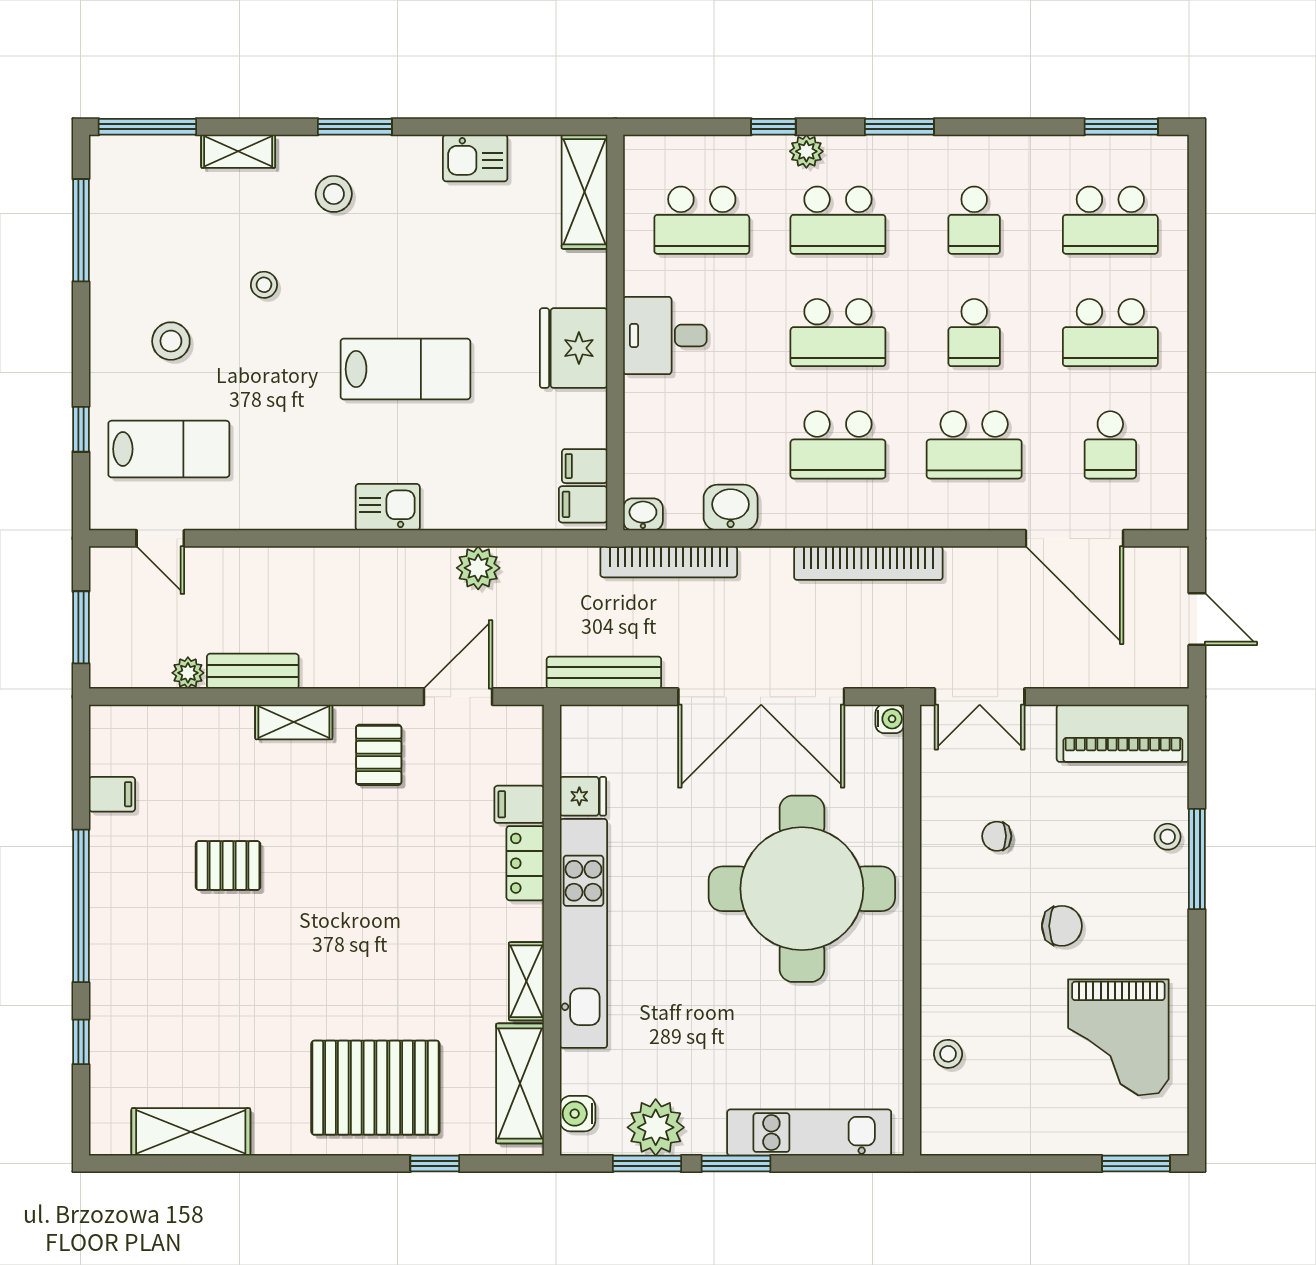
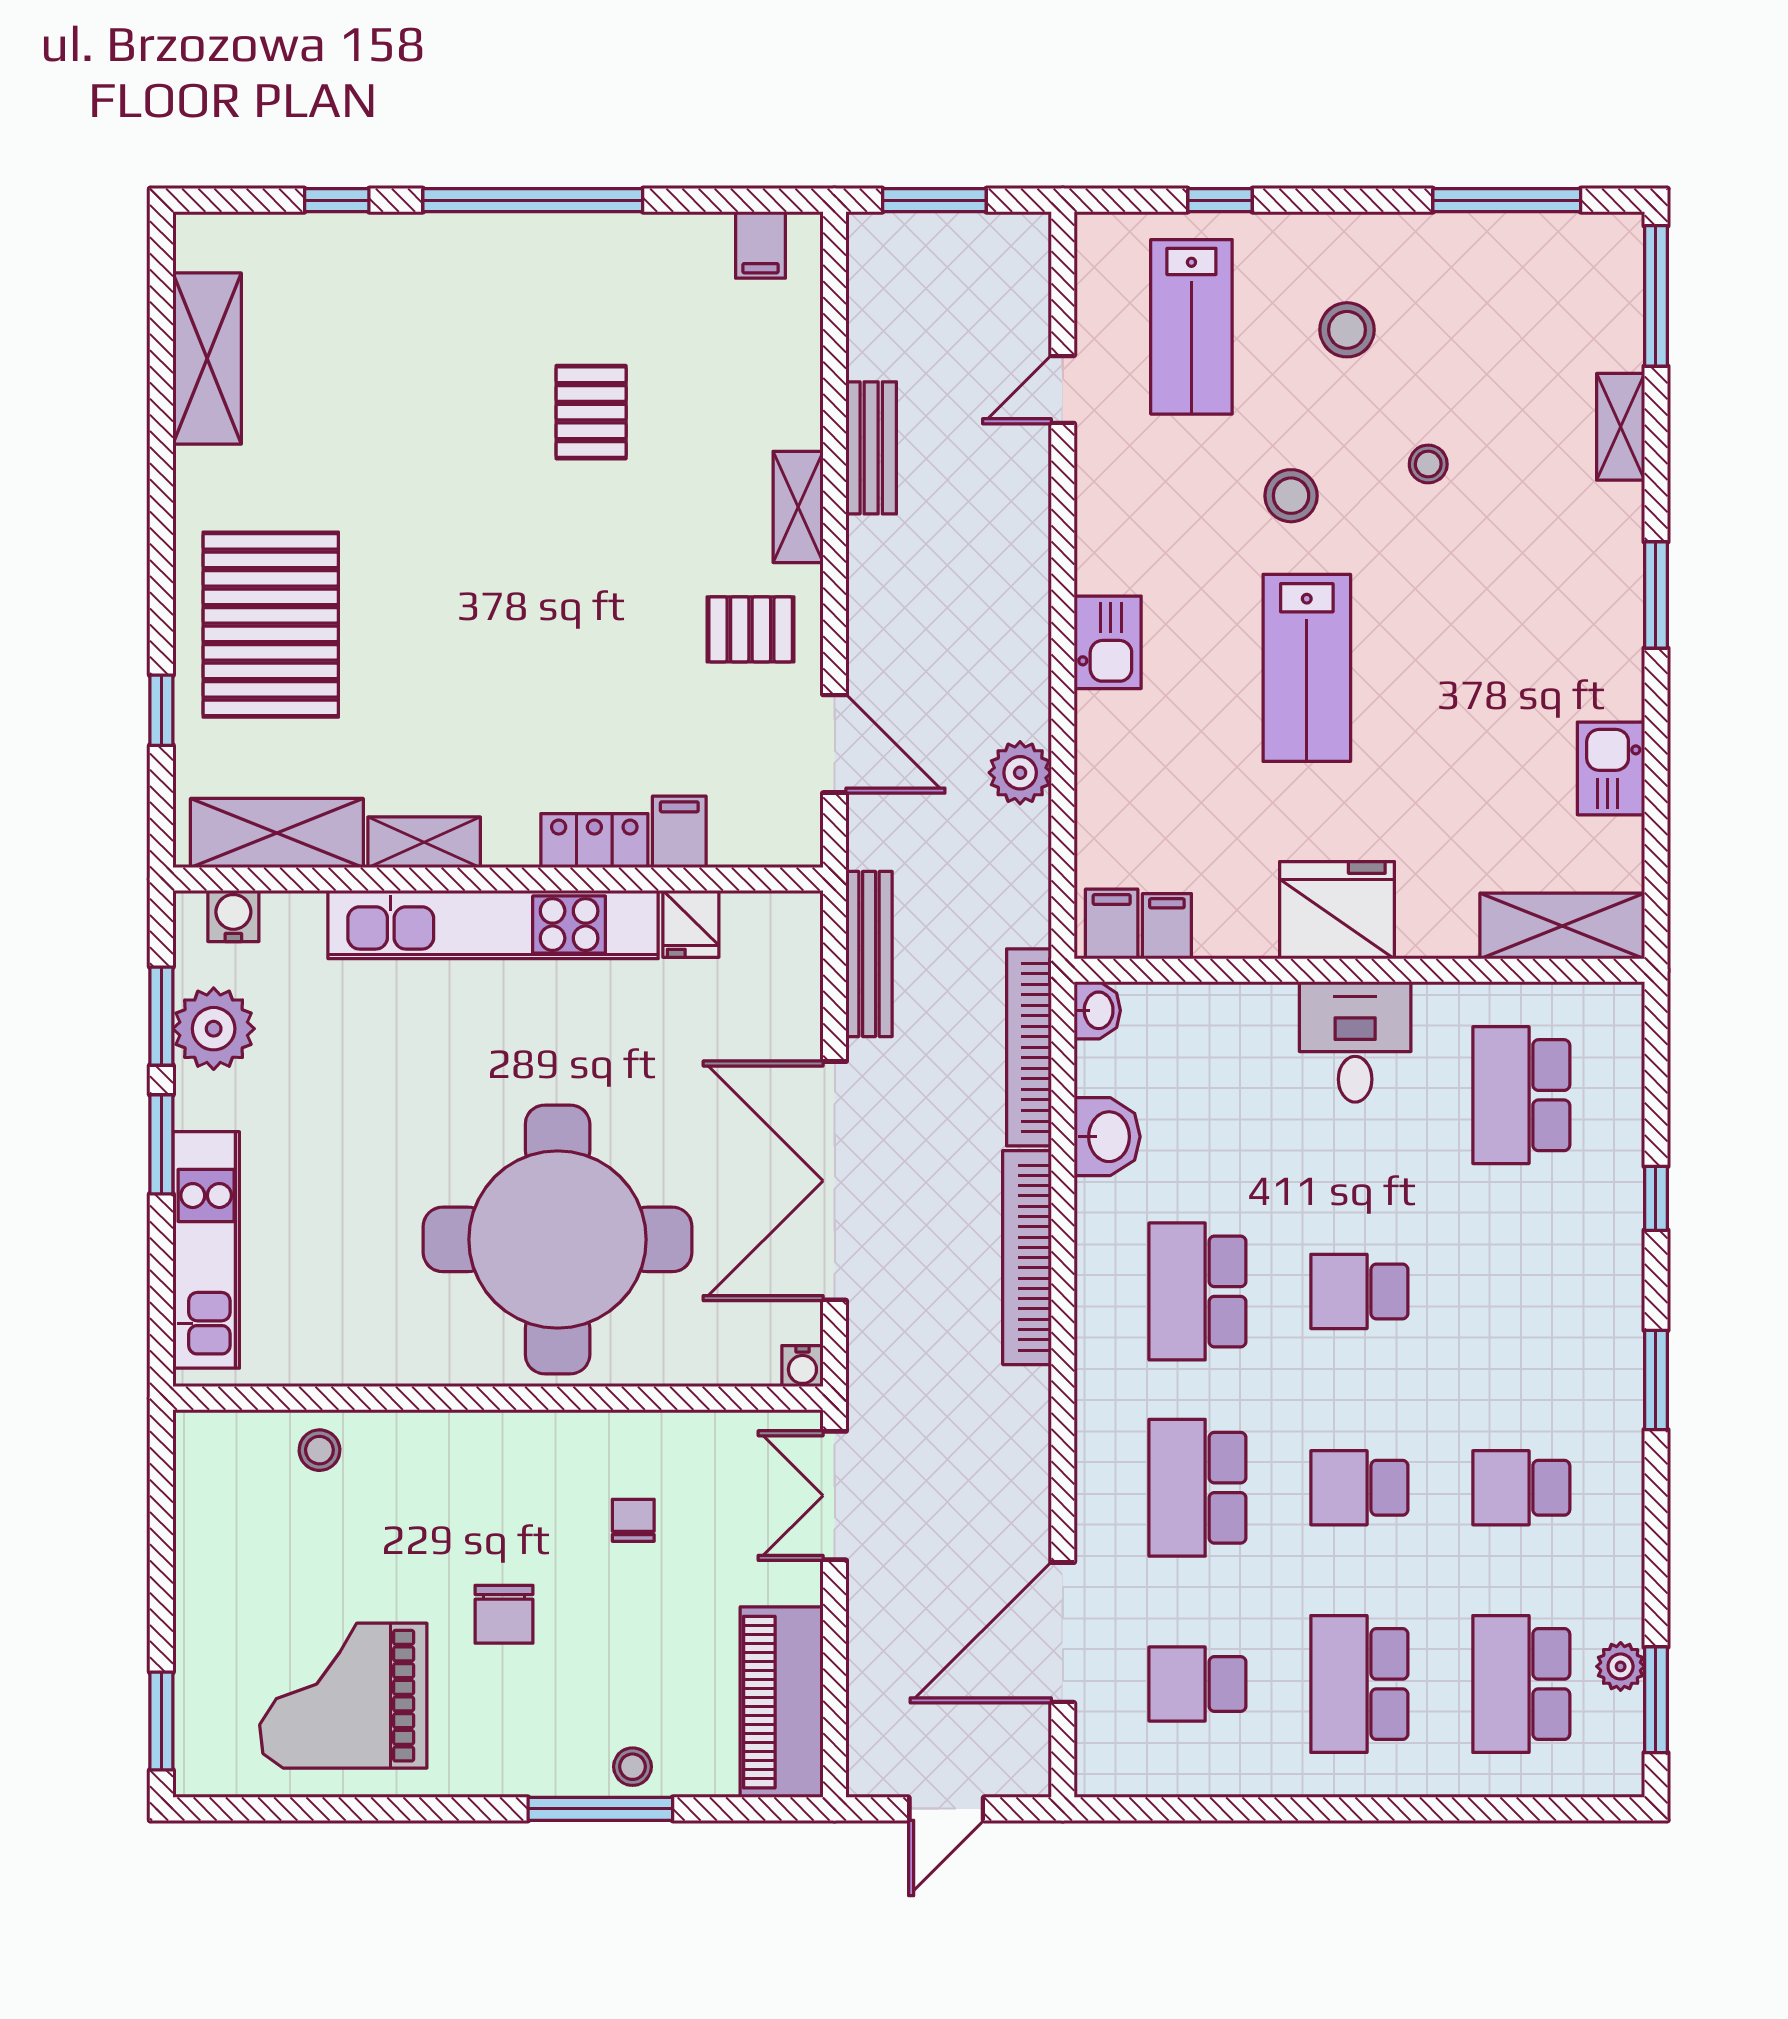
plant: (806, 151) -> (1621, 1666), moved
stool: (334, 194) -> (1291, 496), moved
school desk: (838, 220) -> (1521, 1291), removed
school desk: (838, 333) -> (1359, 1291), width x0.54
door: (160, 538) -> (1063, 389), moved
bookcase: (868, 563) -> (1027, 1258), moved
plant: (188, 673) -> (869, 354), removed
filing cabinet: (112, 794) -> (761, 245), moved

